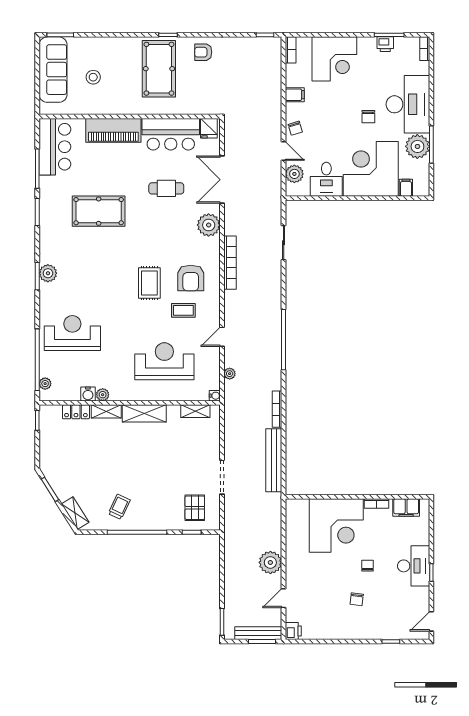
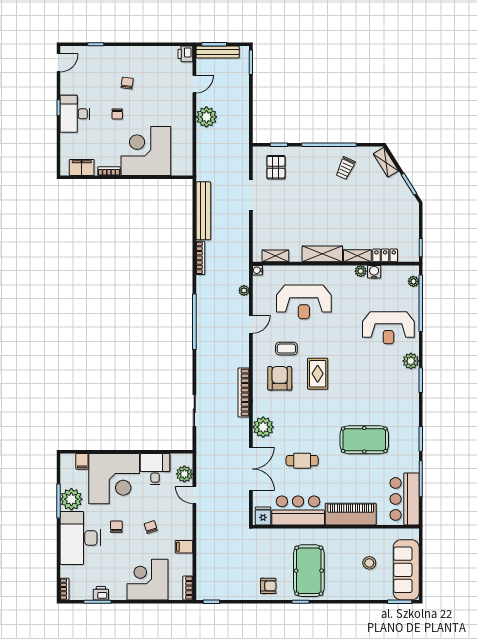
chair: (295, 128) -> (151, 527), moved
plant: (48, 273) -> (411, 361), moved

